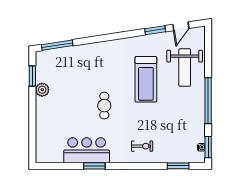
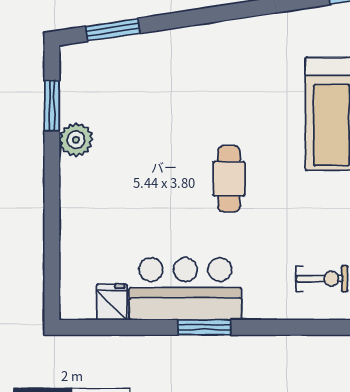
window: (57, 45) -> (113, 30), width x0.69
fridge: (57, 156) -> (112, 302), added

